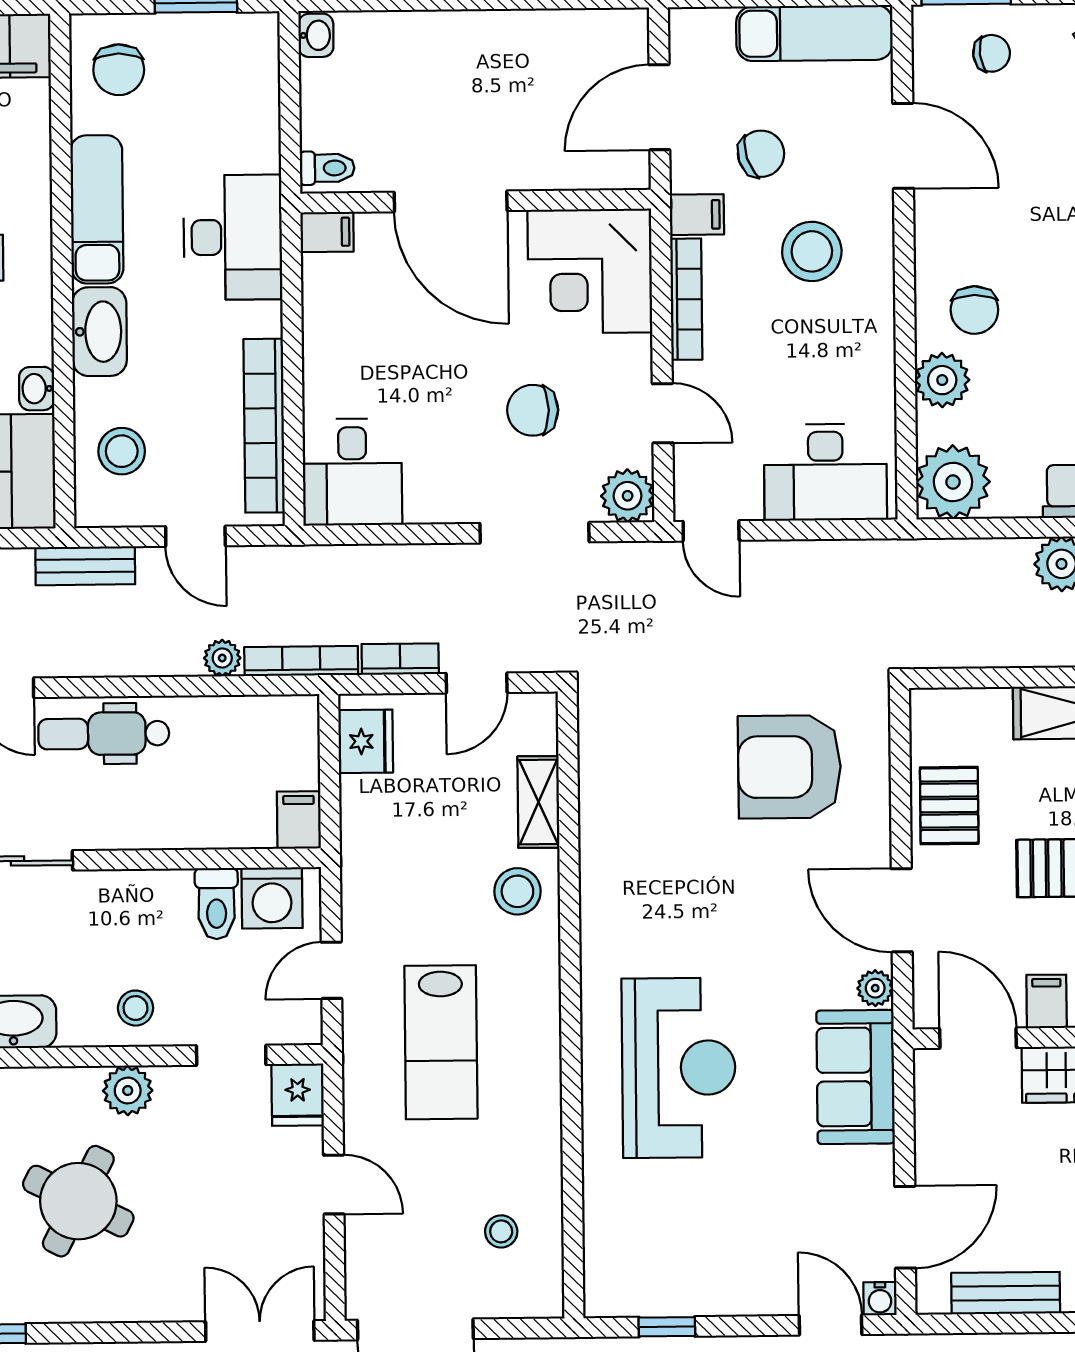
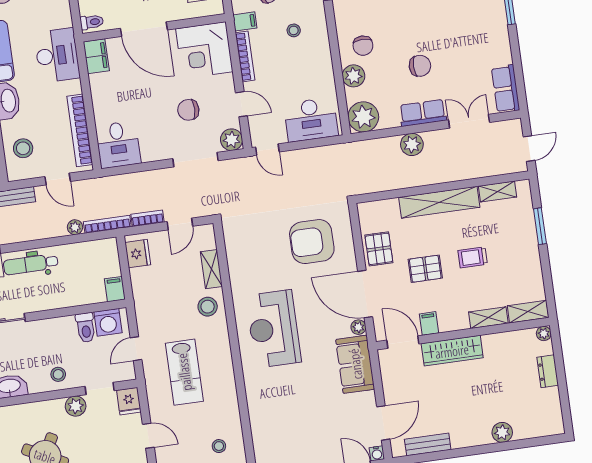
filing cabinet: (327, 232) -> (96, 56), width x2.00
stool: (812, 251) -> (294, 30), width x0.53, depth x0.53
door: (902, 910) -> (365, 294), width x1.36
reception desk: (679, 1068) -> (274, 329), moved, turned 180
plant: (128, 1091) -> (76, 406), moved

